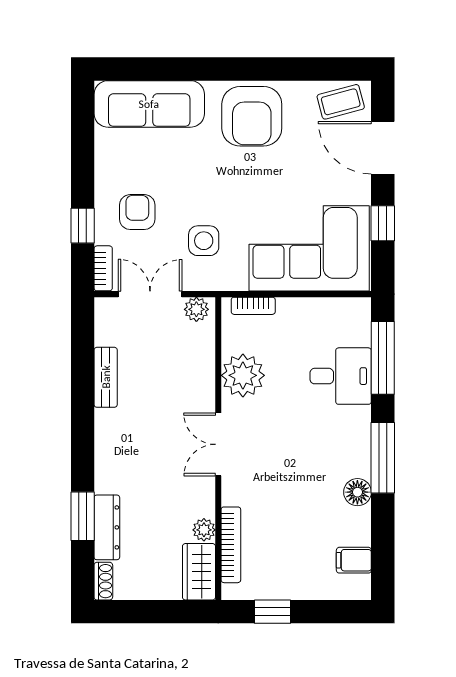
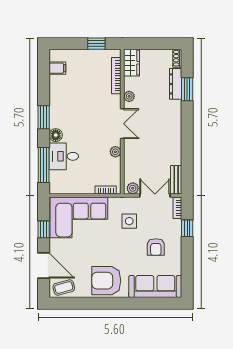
armchair: (252, 116) -> (106, 281), turned -90
armchair: (137, 212) -> (156, 247), moved
double door: (150, 294) -> (155, 196), swing flipped
plant: (243, 375) -> (115, 152), width x0.53, depth x0.53
bench: (106, 377) -> (176, 180), moved
window: (383, 458) -> (44, 117), width x0.69
floor lamp: (357, 492) -> (56, 135), moved
plant: (204, 530) -> (129, 96), moved

